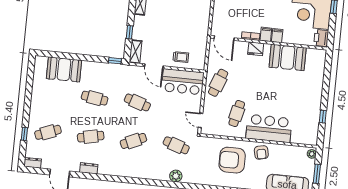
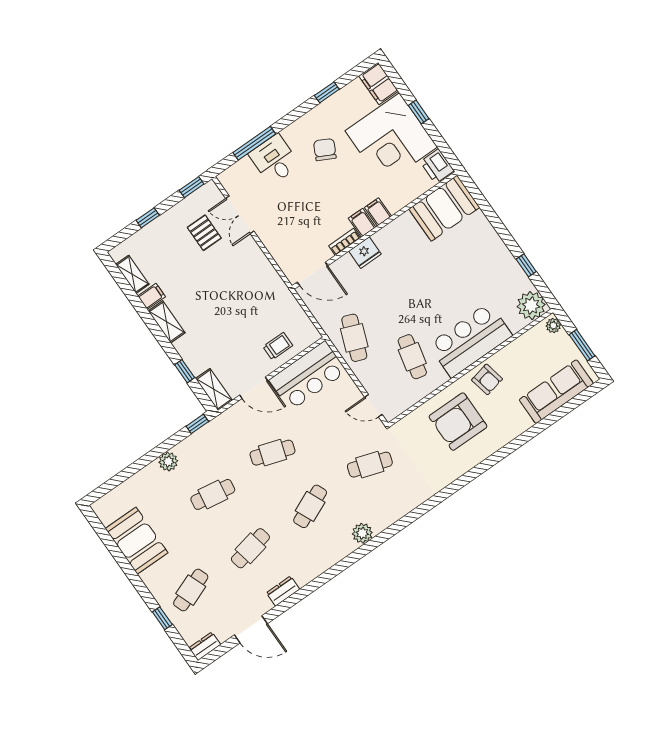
booth: (288, 57) -> (444, 208), moved
plant: (87, 66) -> (168, 462), added
booth: (64, 69) -> (137, 541), moved, turned 90
plant: (309, 136) -> (531, 306), added
plant: (176, 176) -> (362, 533), moved

